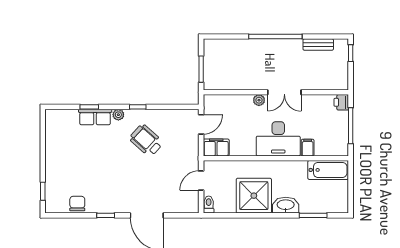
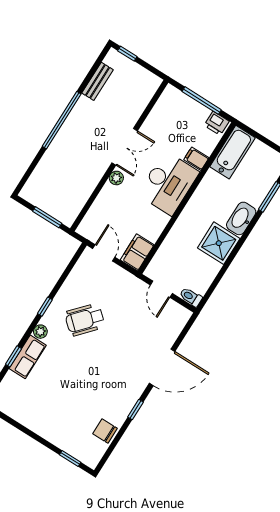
printer: (341, 102) -> (217, 123), moved
shower: (254, 196) -> (219, 243), width x0.73, depth x0.73

